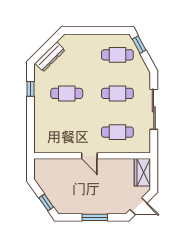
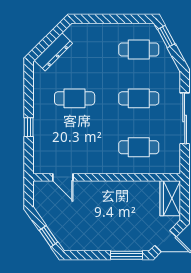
window: (30, 89) -> (29, 127), moved
door: (89, 156) -> (63, 177), moved
window: (95, 217) -> (127, 255), moved

